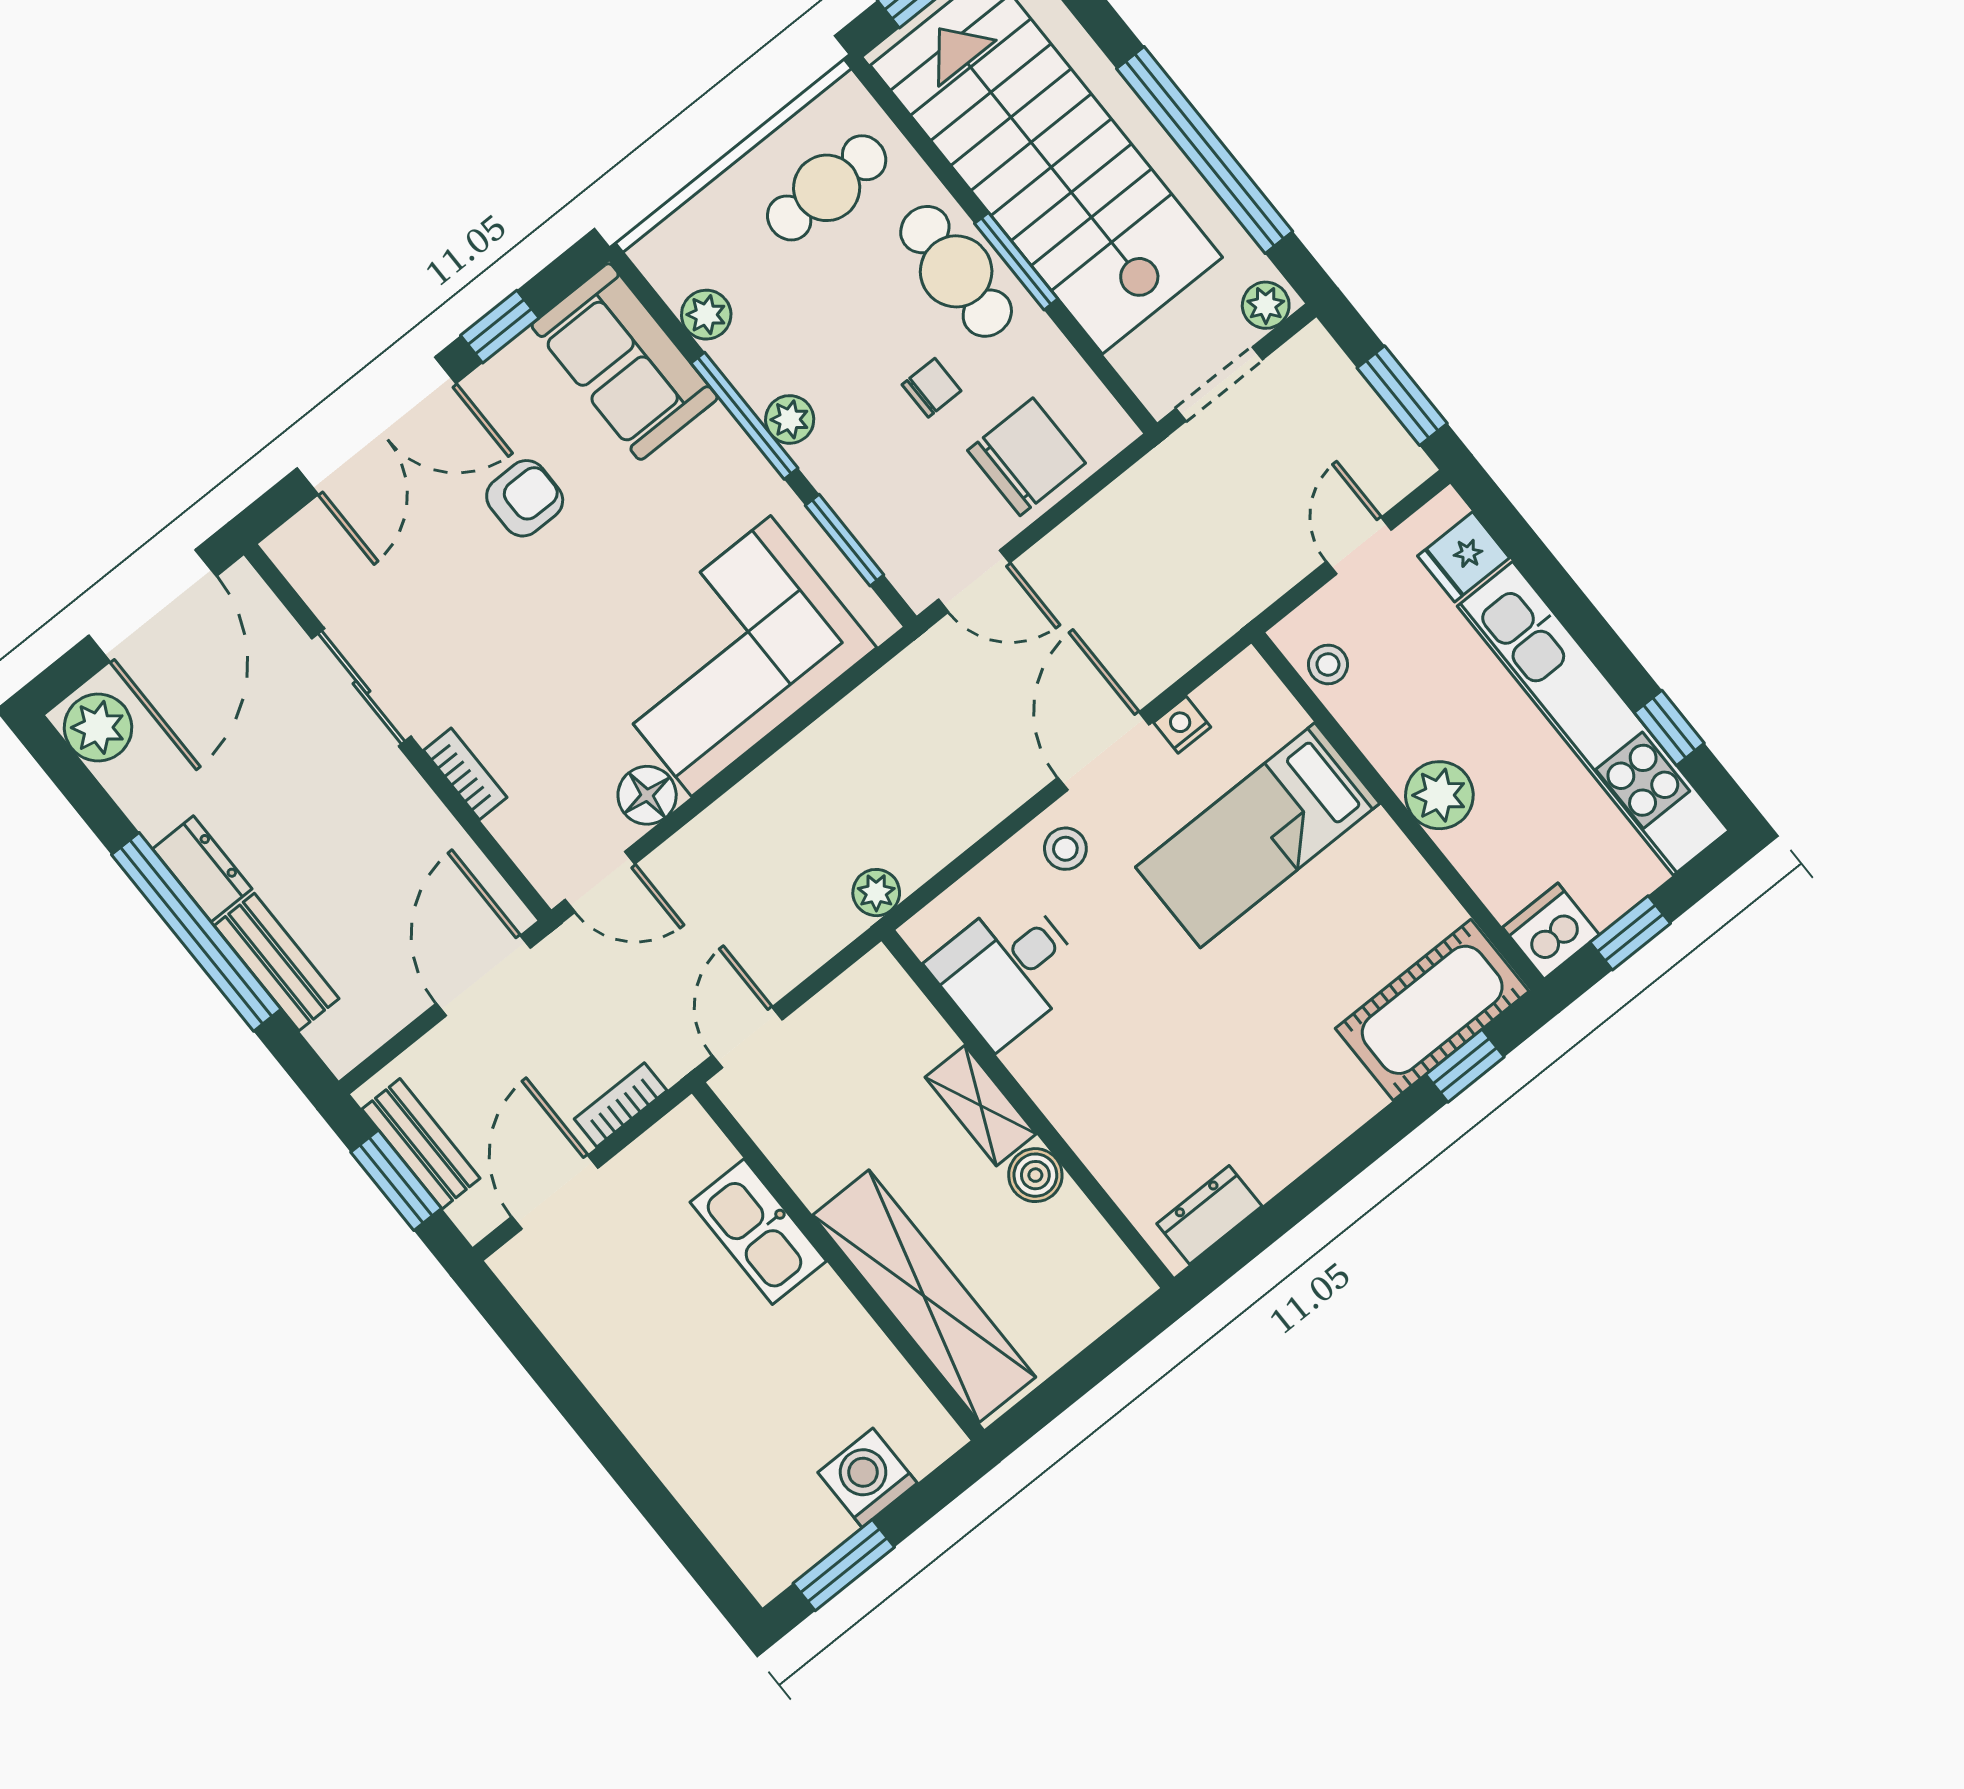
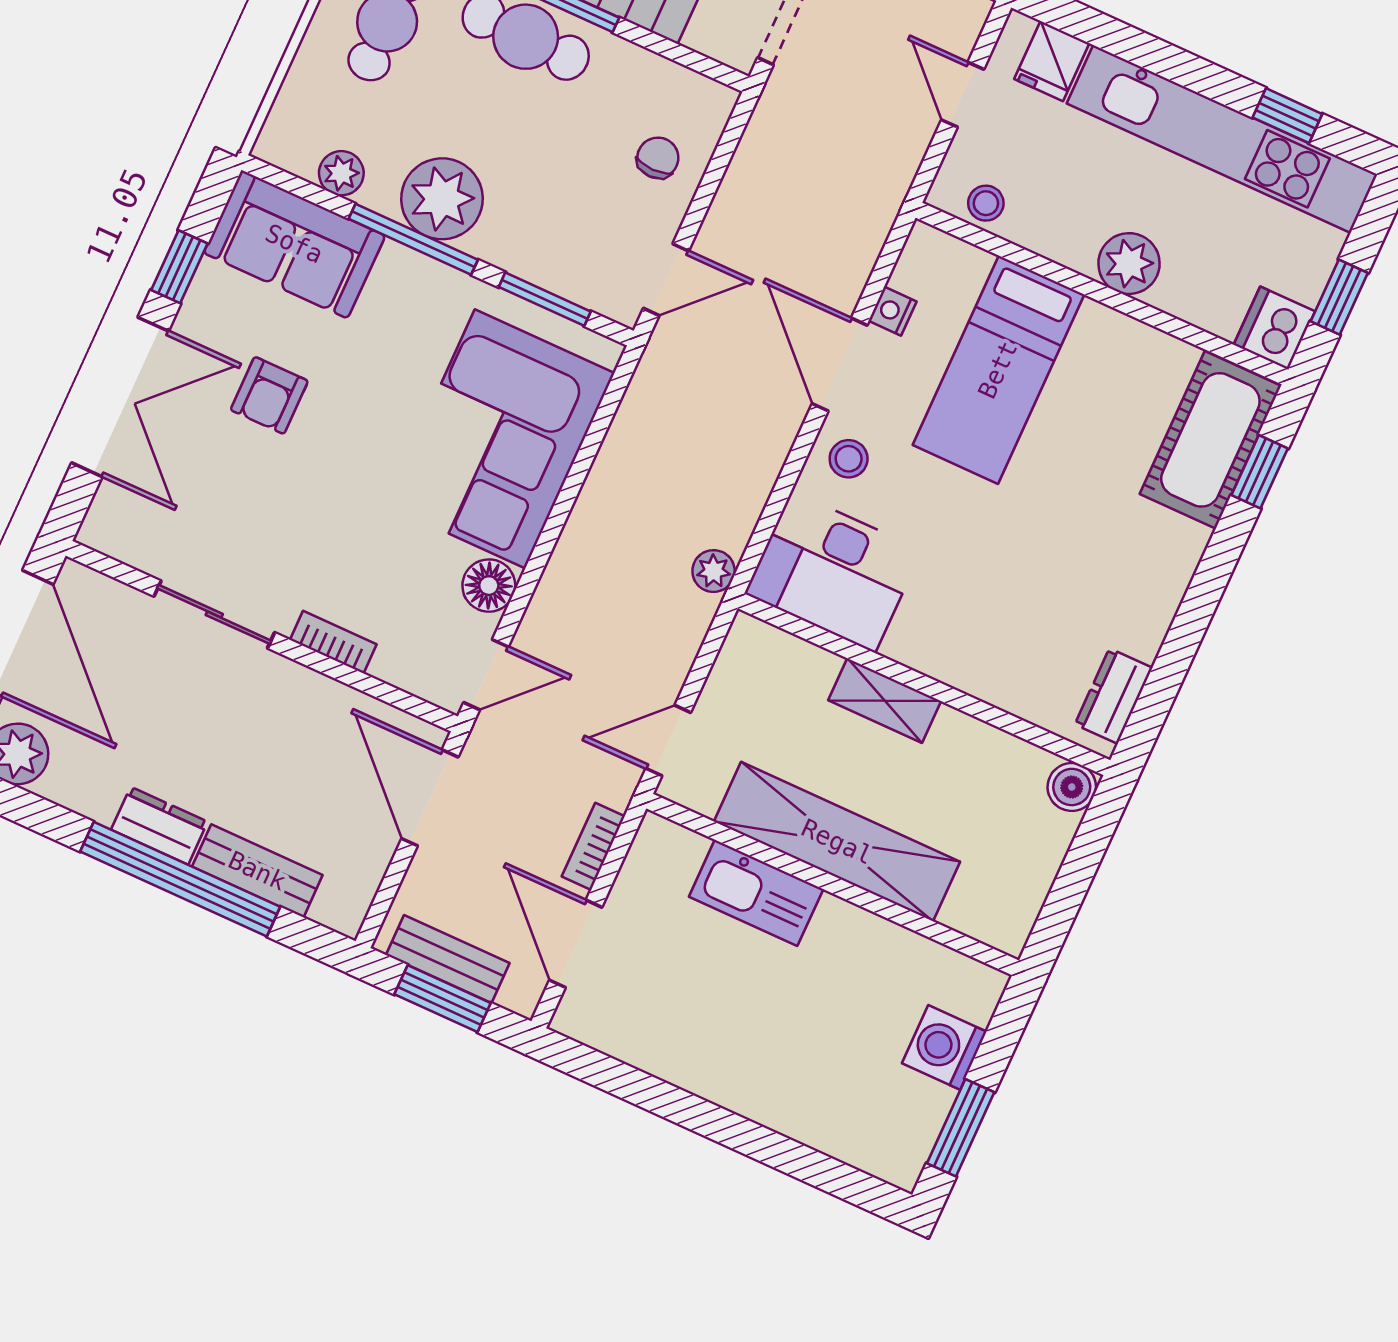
chair: (932, 388) -> (553, 141), removed
plant: (790, 419) -> (442, 199), width x1.88, depth x1.88
chair: (1026, 457) -> (658, 158), width x0.54, depth x0.54
armchair: (525, 498) -> (269, 395), turned 180
desk: (1007, 970) -> (833, 572), width x1.37
door: (747, 1037) -> (668, 741), hinge flipped
boiler: (1035, 1175) -> (1072, 787), moved
shelving: (924, 1296) -> (837, 842), moved

